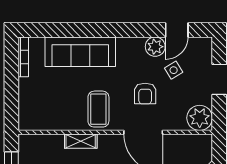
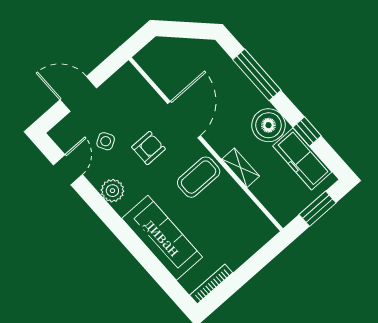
door: (177, 30) -> (68, 170), hinge flipped
plant: (155, 47) -> (112, 191), moved
plant: (200, 118) -> (127, 81), removed

